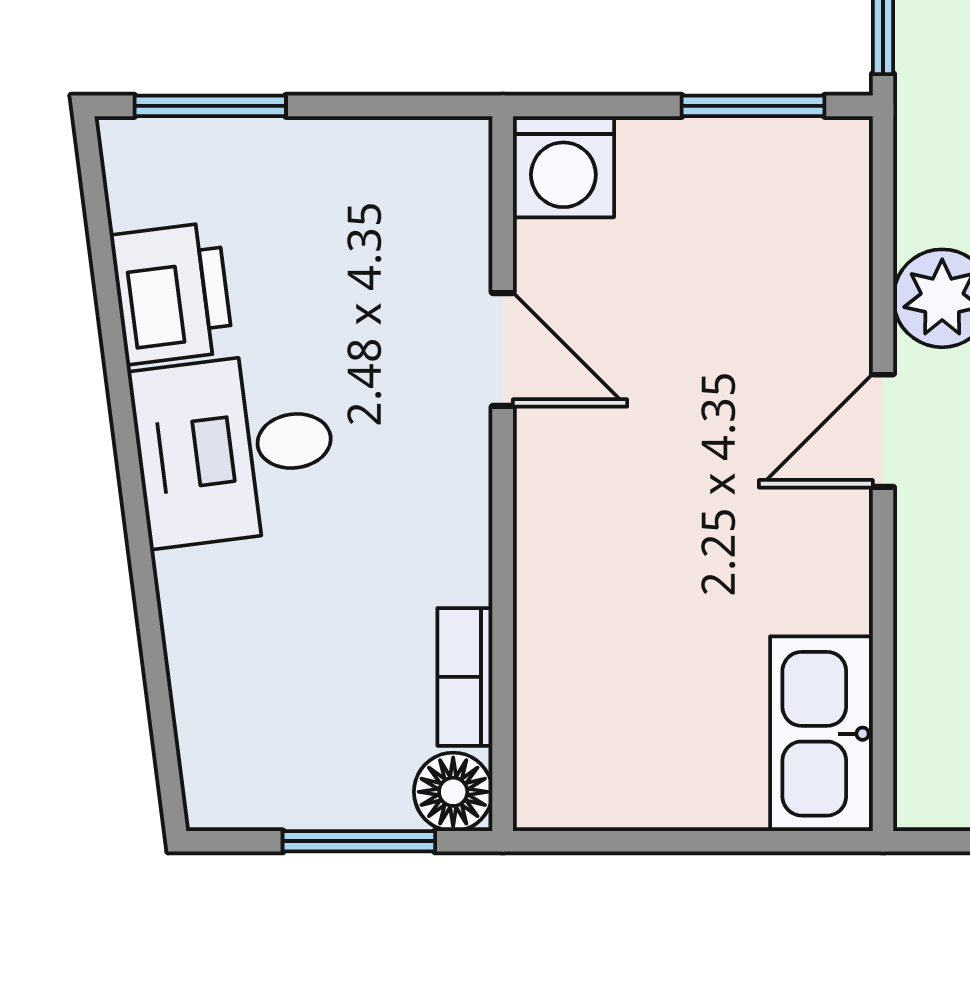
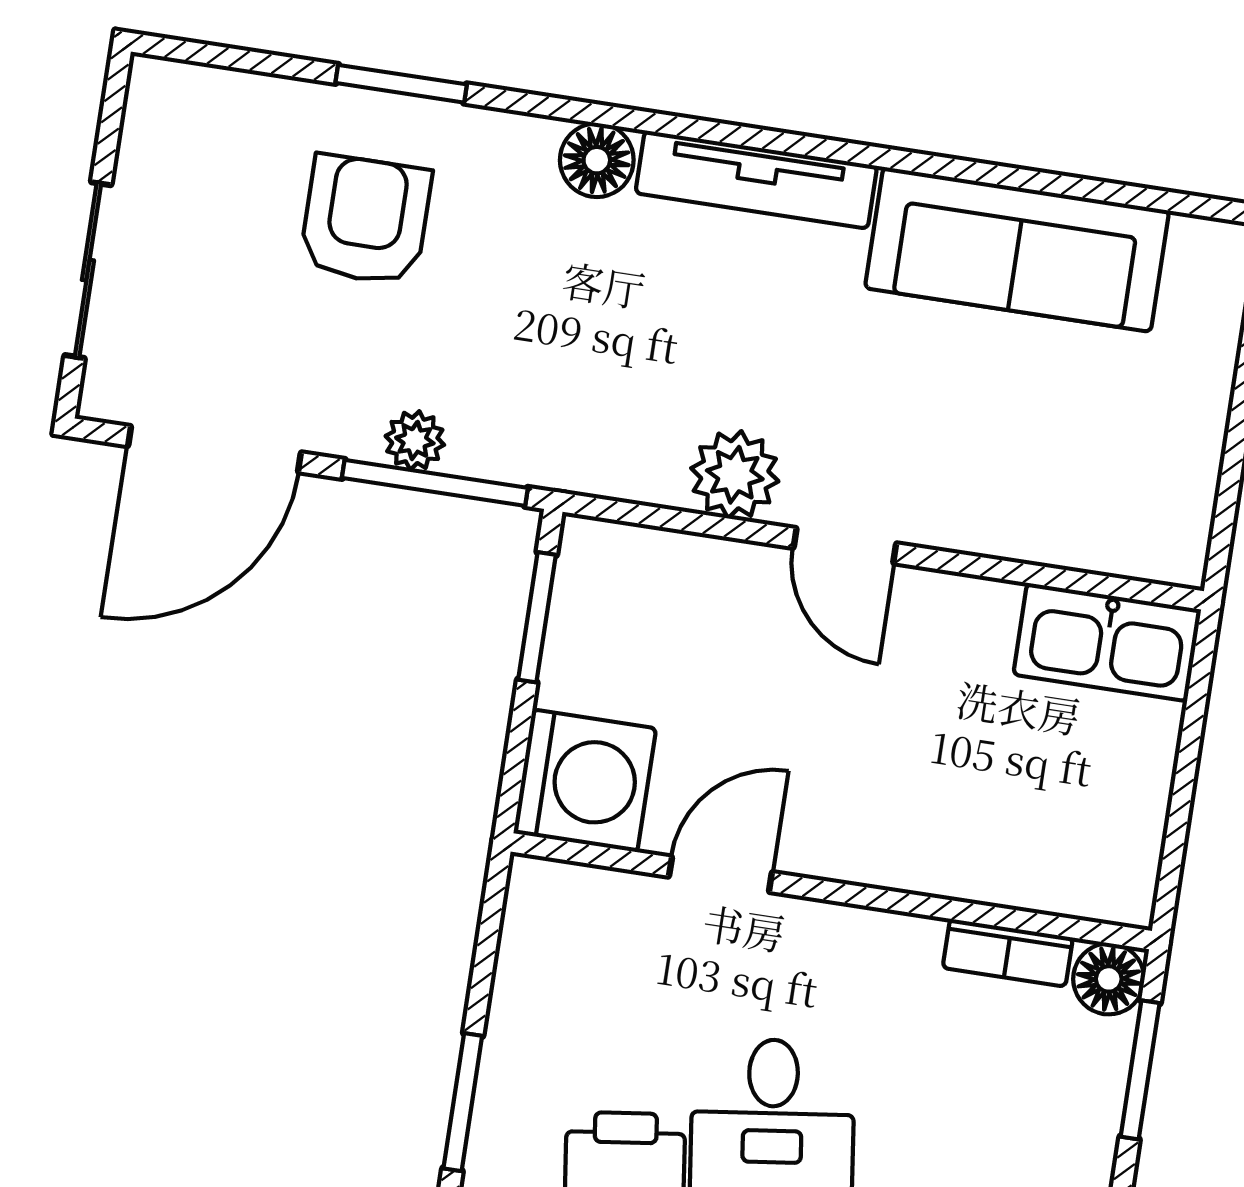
washing machine: (563, 167) -> (585, 781), width x1.37, depth x1.37

